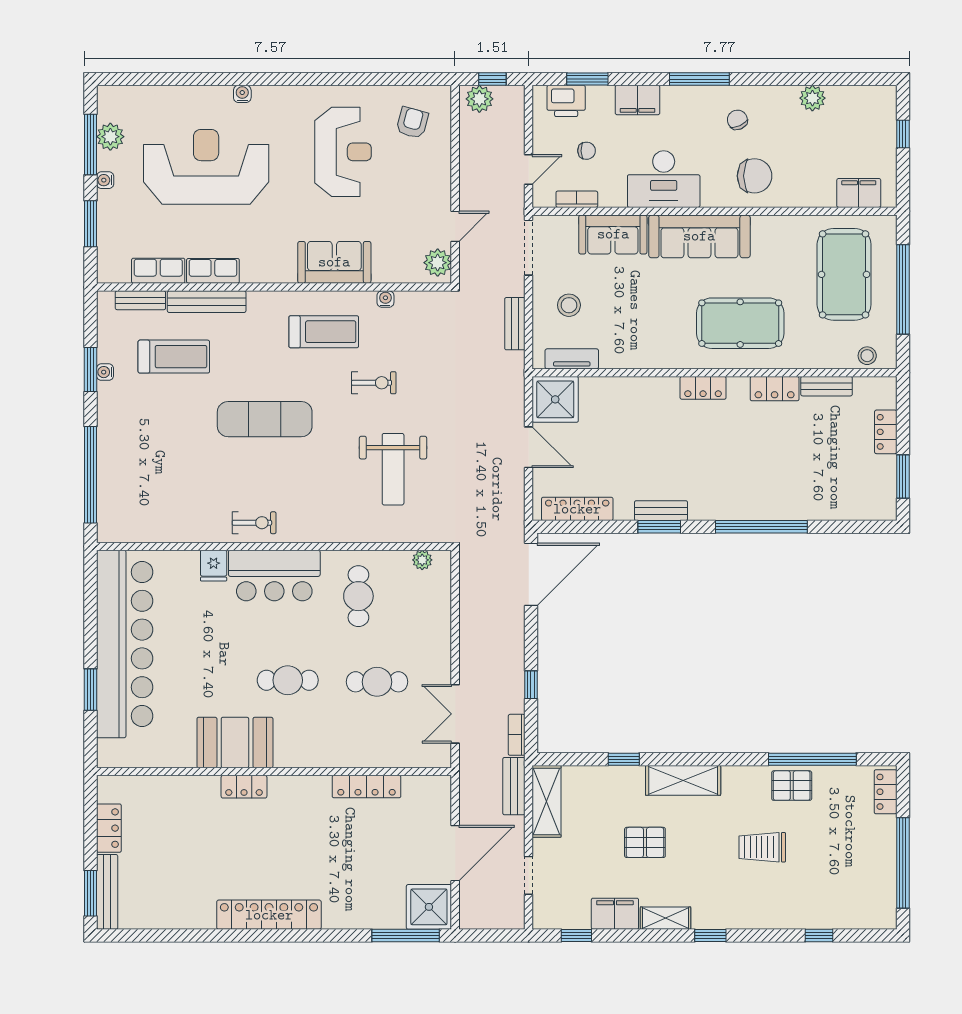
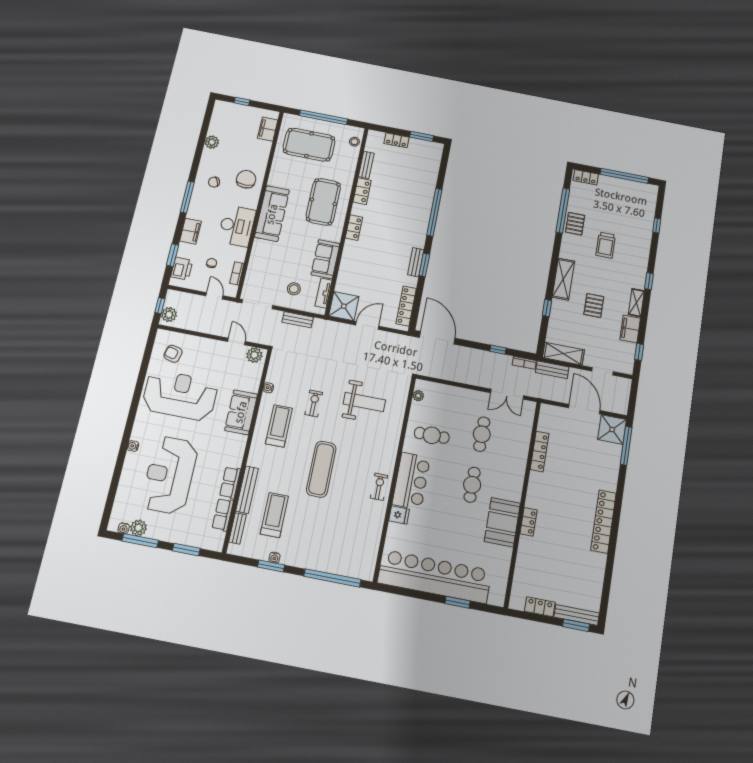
reception desk: (343, 152) -> (180, 395), width x1.36, depth x1.30
water cooler: (105, 180) -> (124, 528), moved
sofa: (613, 234) -> (325, 259), moved, turned 180

